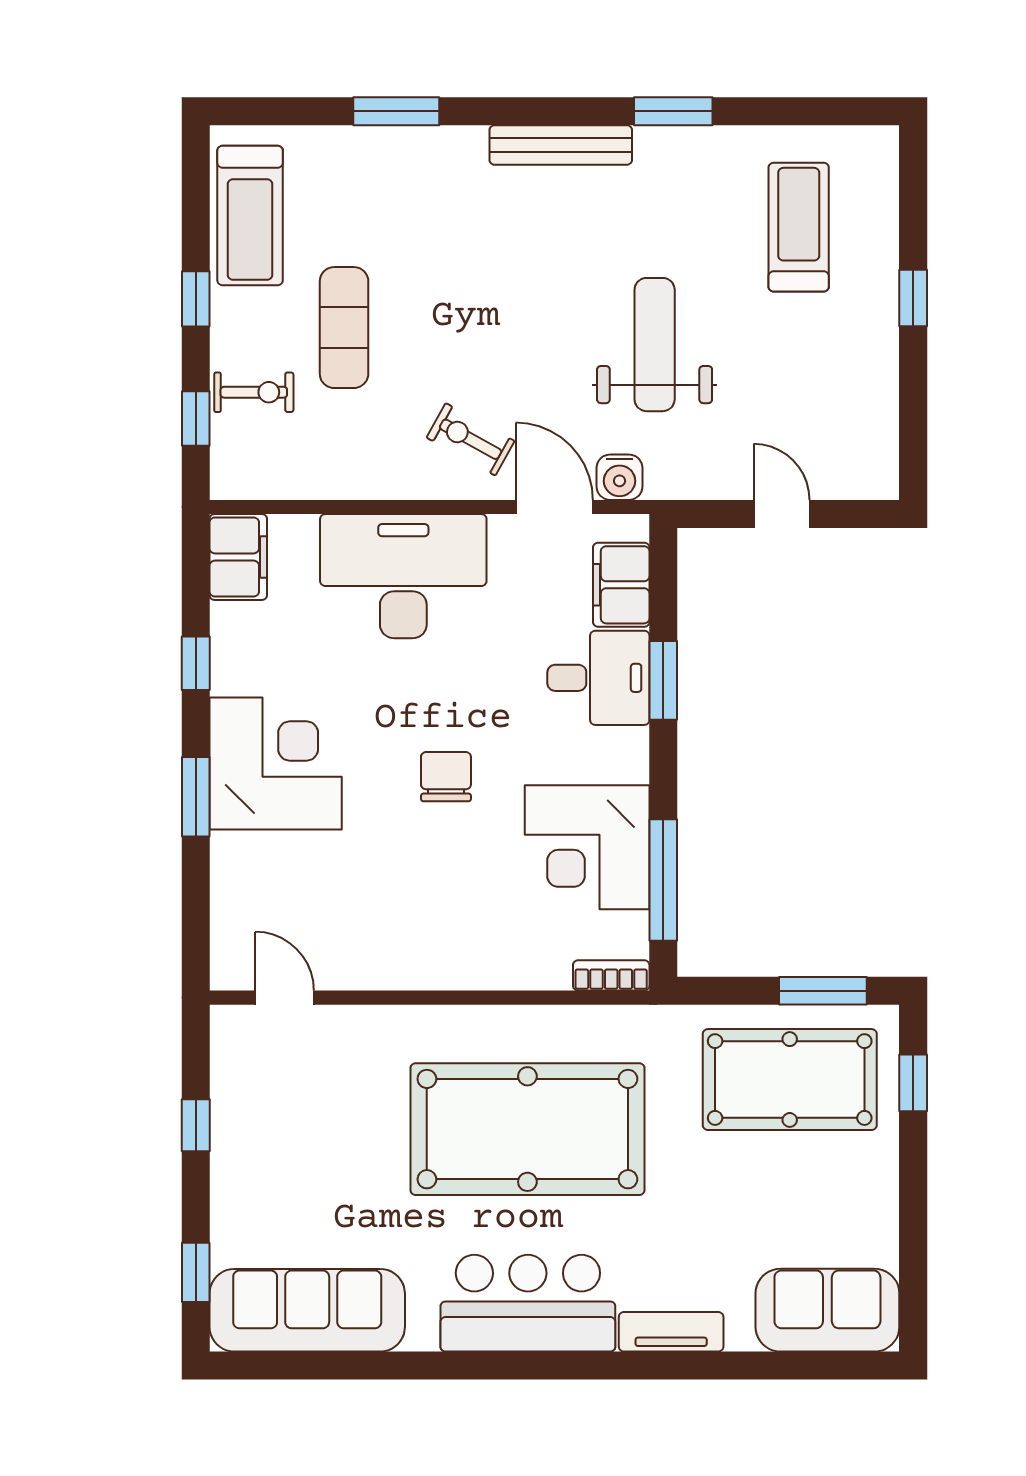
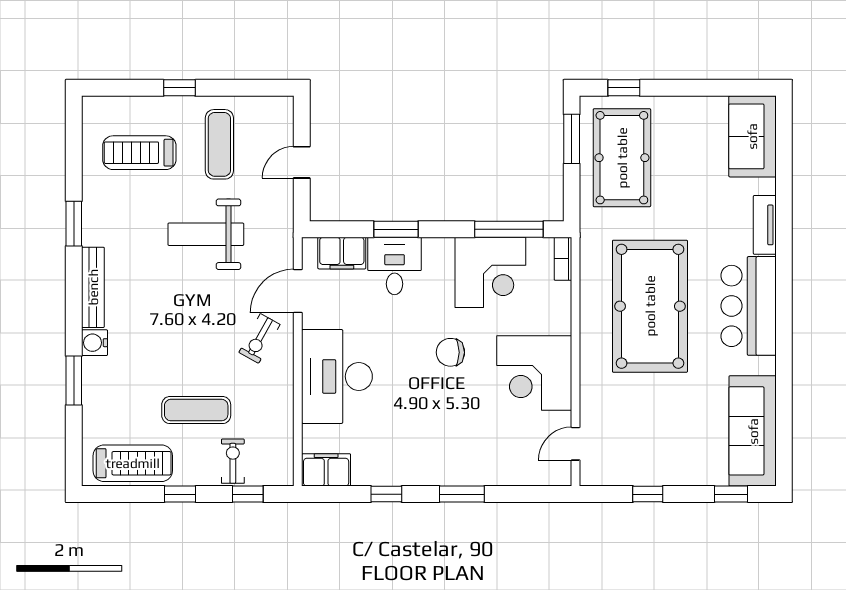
exercise mat: (813, 368) -> (219, 144), added
water cooler: (620, 477) -> (95, 343), moved, turned 180
corner desk: (276, 763) -> (534, 373), moved, turned -90

